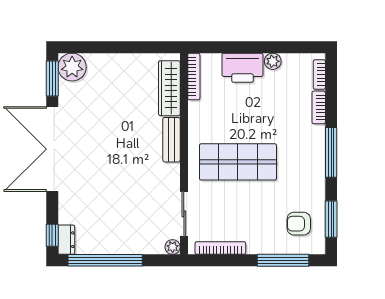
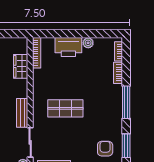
wardrobe: (169, 88) -> (21, 66), width x0.67
bench: (171, 140) -> (22, 113), moved
shop shelf: (238, 162) -> (65, 108), width x0.70, depth x0.74
armchair: (299, 224) -> (105, 149), turned 90

